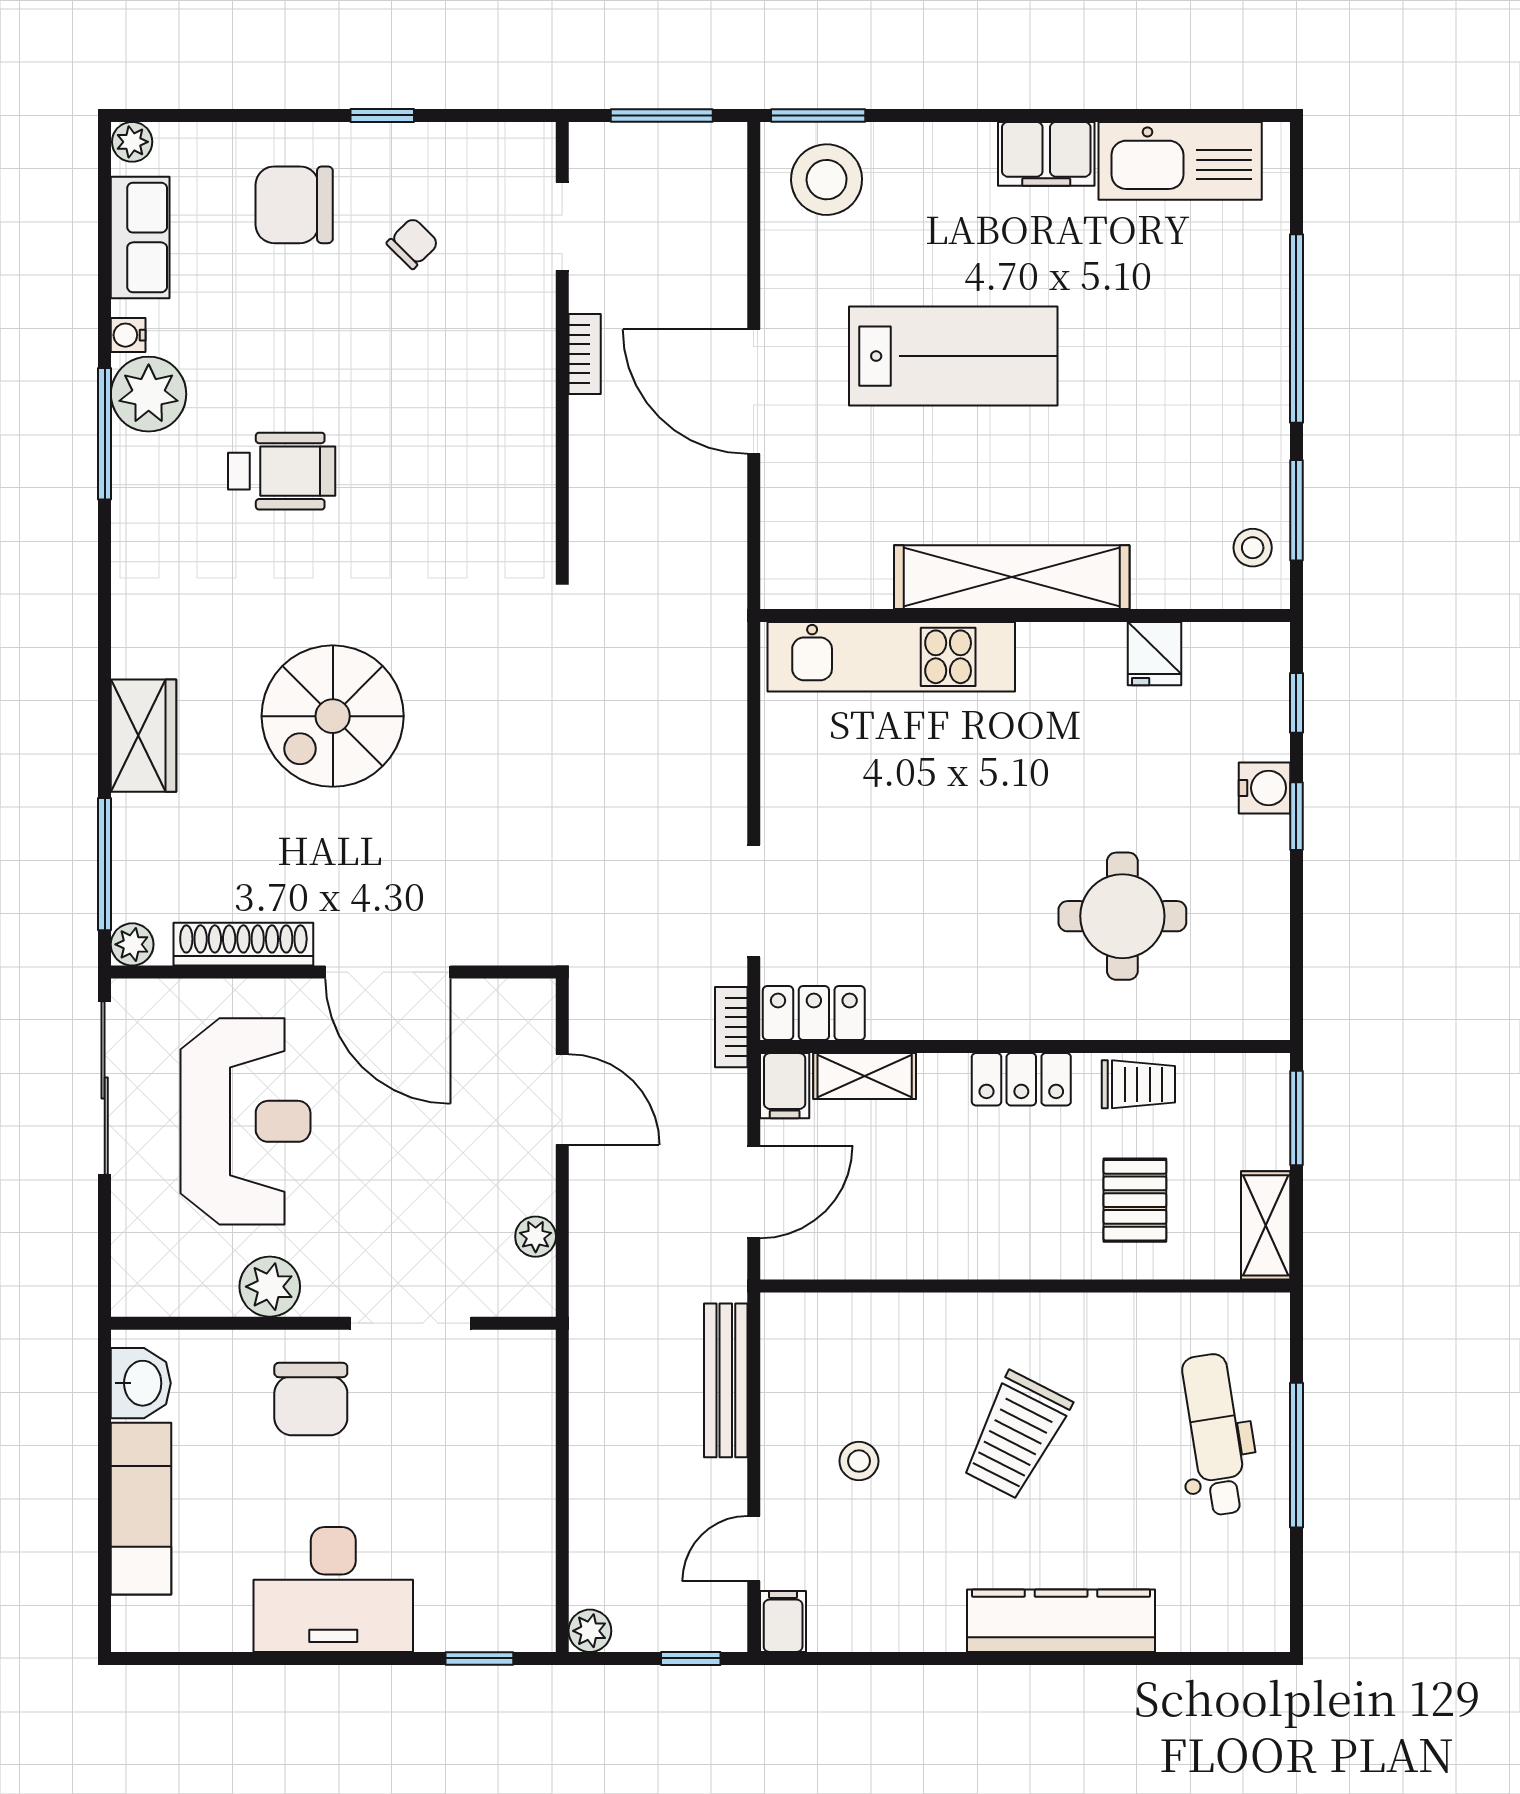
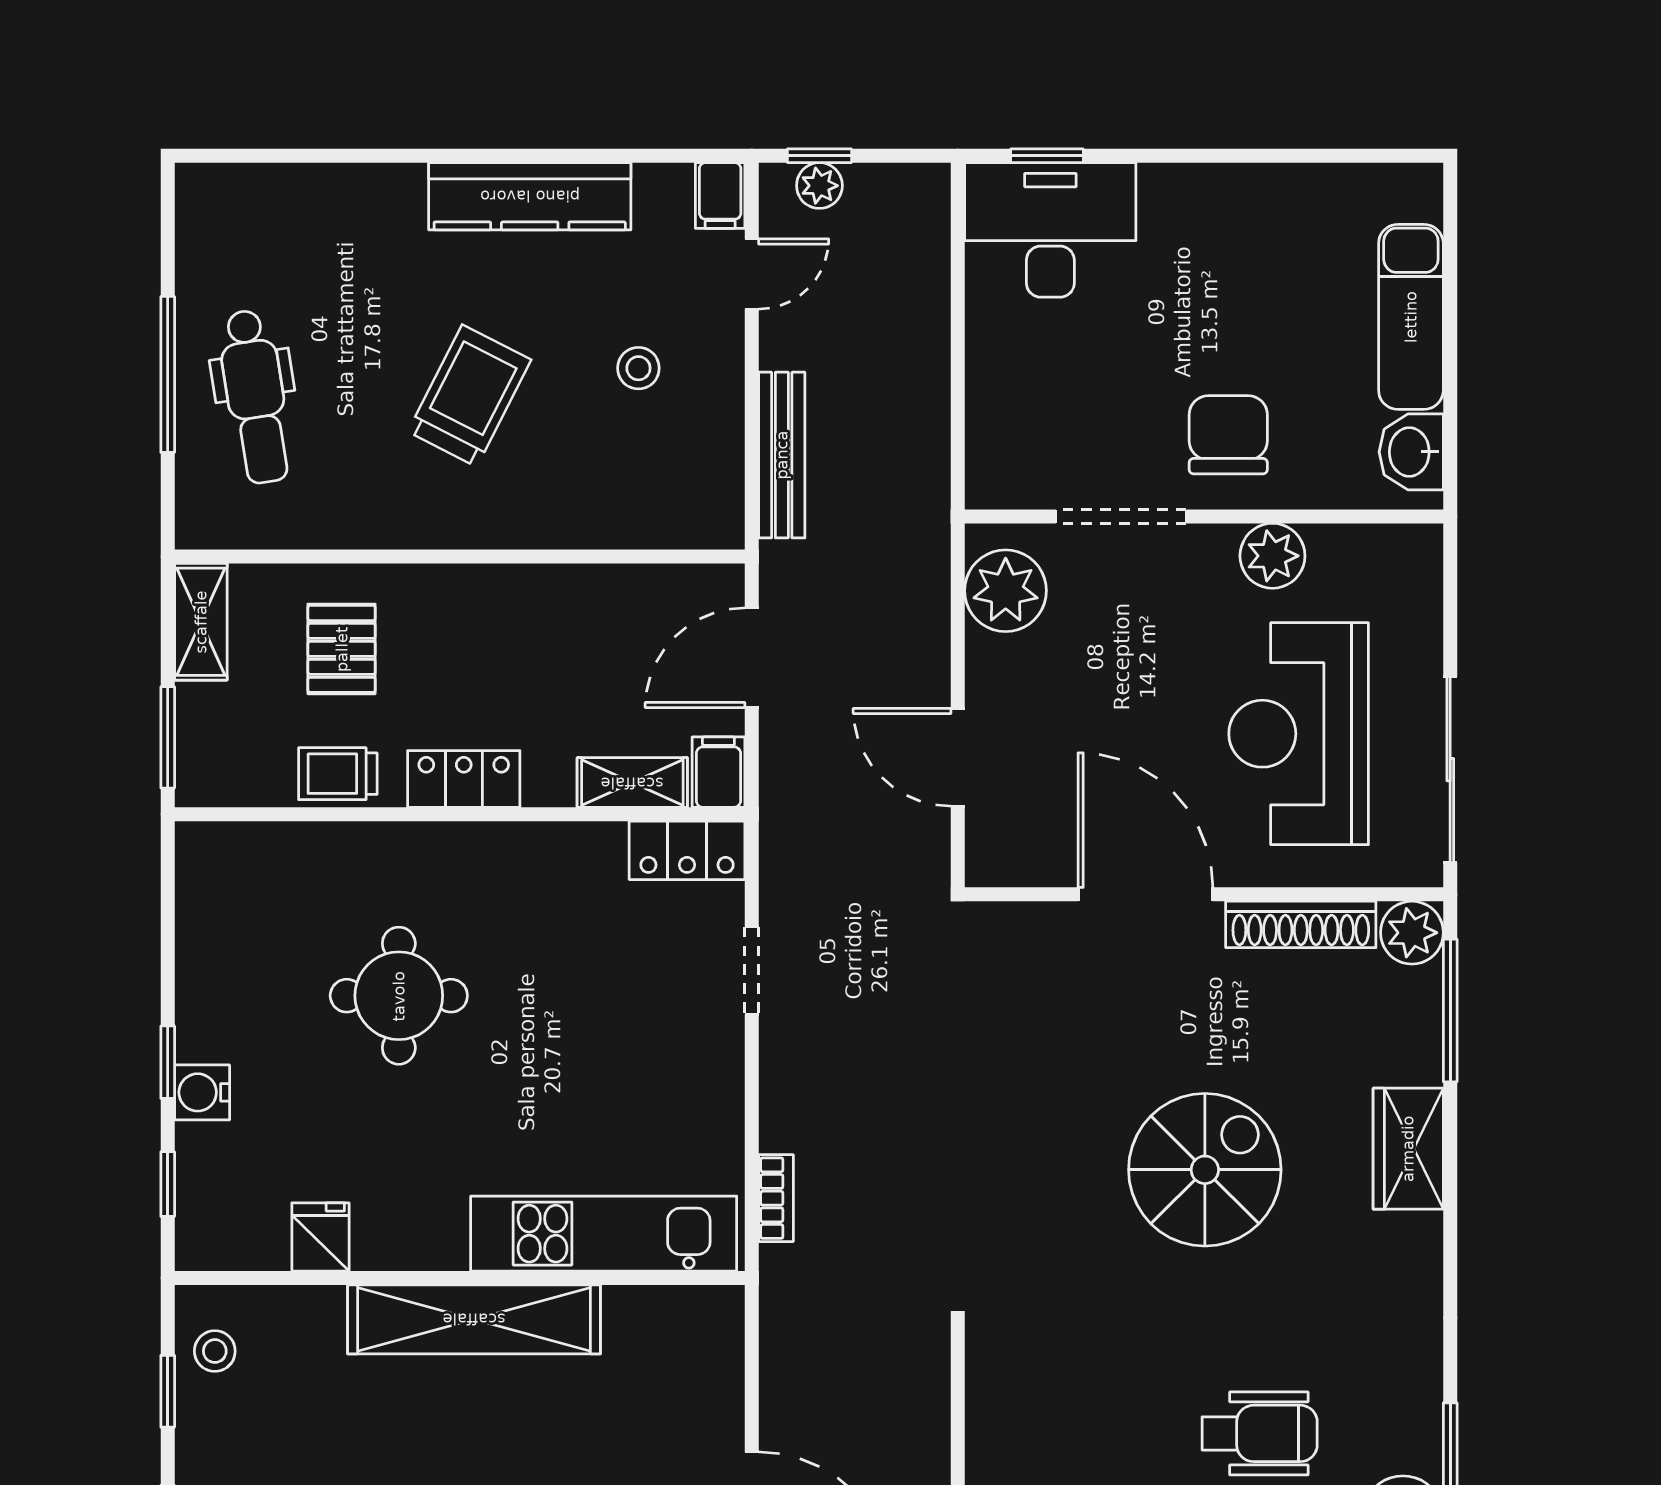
wheelchair: (282, 471) -> (1260, 1433), turned 180
window: (1296, 510) -> (168, 1391), width x0.67
doorway: (754, 901) -> (752, 971), width x0.73
round table: (1122, 916) -> (399, 996), moved
plant: (132, 944) -> (1412, 933), width x1.38, depth x1.38
bookcase: (731, 1027) -> (776, 1198), moved
plant: (536, 1237) -> (1006, 591), width x1.87, depth x1.87
desk: (333, 1590) -> (1050, 230), moved
kitchen counter: (1061, 1621) -> (530, 196), moved
plant: (590, 1631) -> (819, 186), moved

